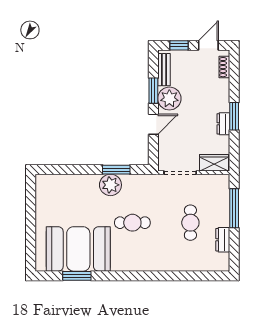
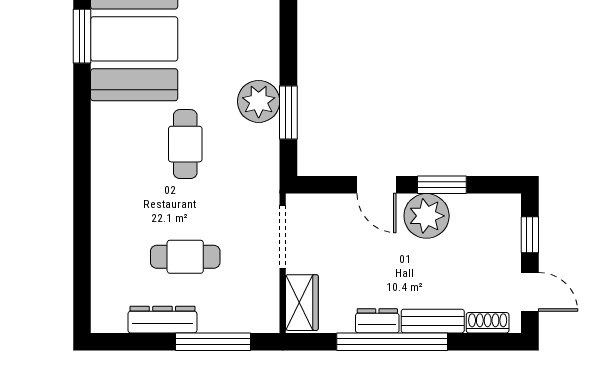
bench: (164, 70) -> (433, 321), moved
window: (234, 116) -> (392, 342), width x2.11
dresser: (223, 240) -> (162, 320), width x1.44

